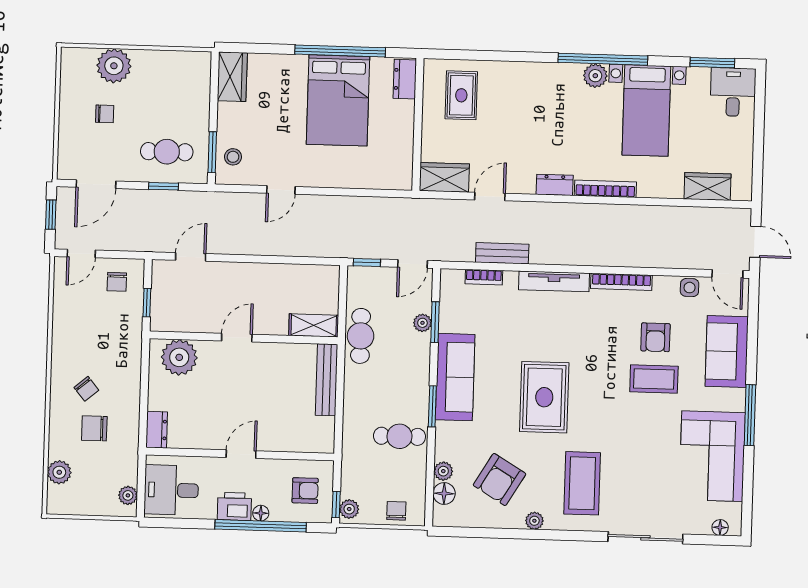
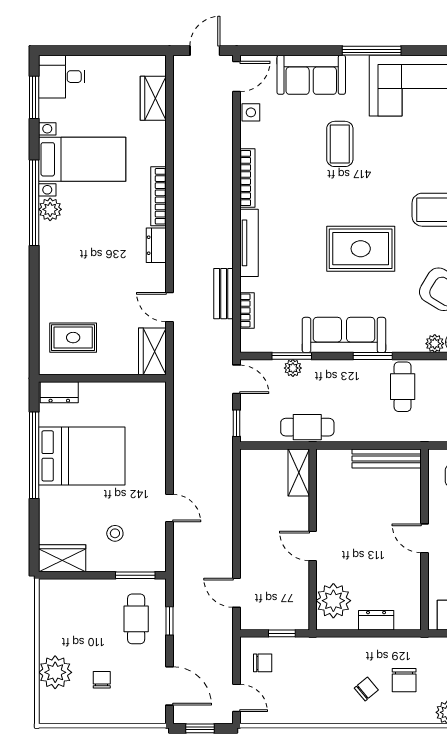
stool: (233, 157) -> (115, 533), moved
armchair: (655, 337) -> (300, 144), removed
bench: (327, 380) -> (387, 458), moved
dresser: (157, 430) -> (376, 620), moved

